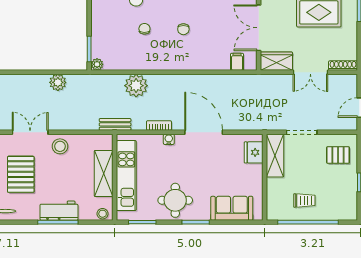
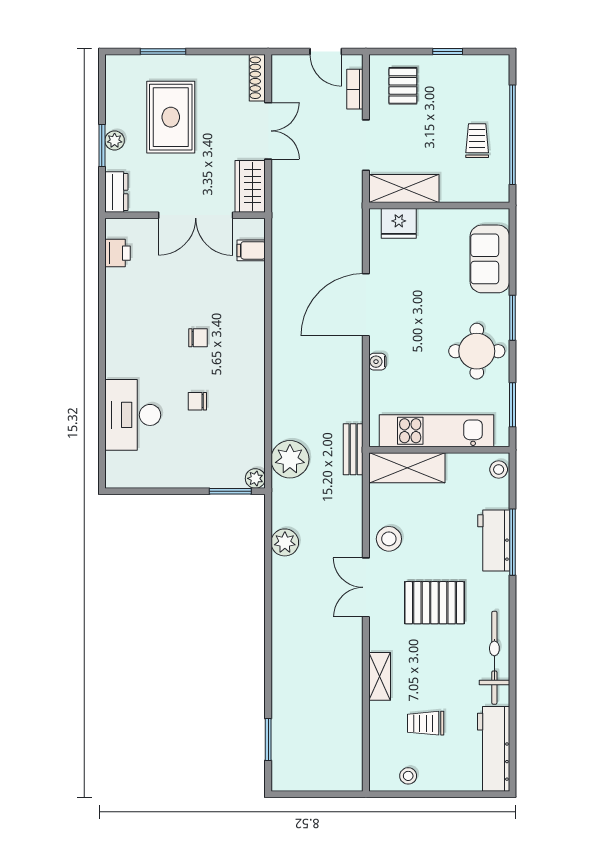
plant: (136, 86) -> (290, 459), moved
bookcase: (159, 125) -> (355, 89), moved
shelving: (104, 173) -> (407, 468), moved

